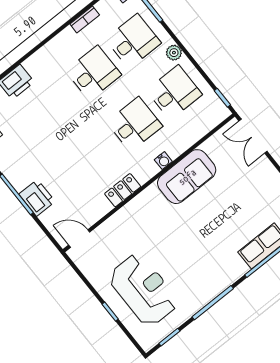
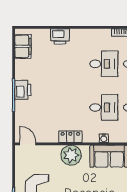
printer: (37, 198) -> (23, 90), moved
plant: (141, 211) -> (71, 155), added

